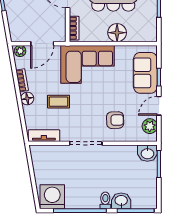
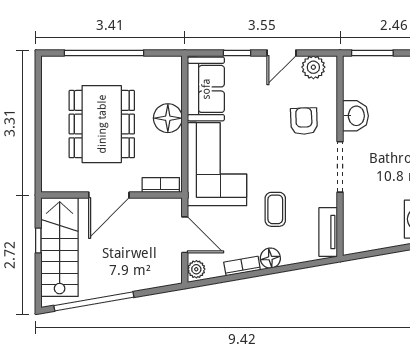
sofa: (145, 73) -> (206, 89), moved, turned -90
door: (159, 106) -> (282, 53), hinge flipped
washbasin: (147, 153) -> (356, 116), moved

